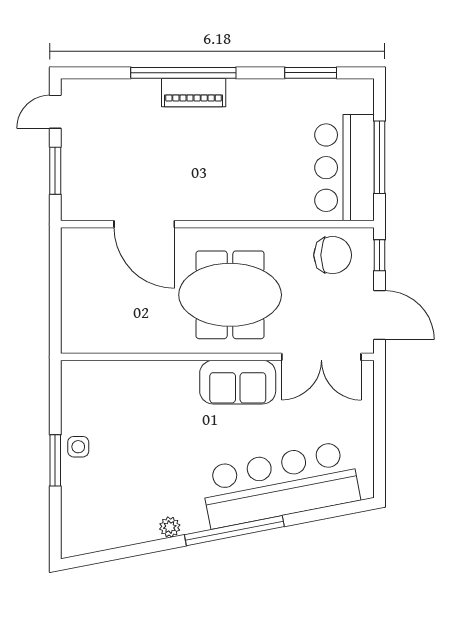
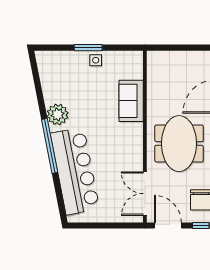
door: (379, 315) -> (168, 225), swing flipped
sofa: (238, 382) -> (131, 101), moved
plant: (170, 527) -> (58, 114), width x1.87, depth x1.87

